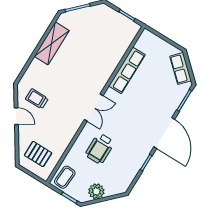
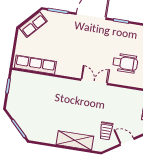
shelving: (52, 43) -> (75, 140), moved
row of seats: (127, 70) -> (35, 65), moved
door: (16, 116) -> (127, 142), hinge flipped

